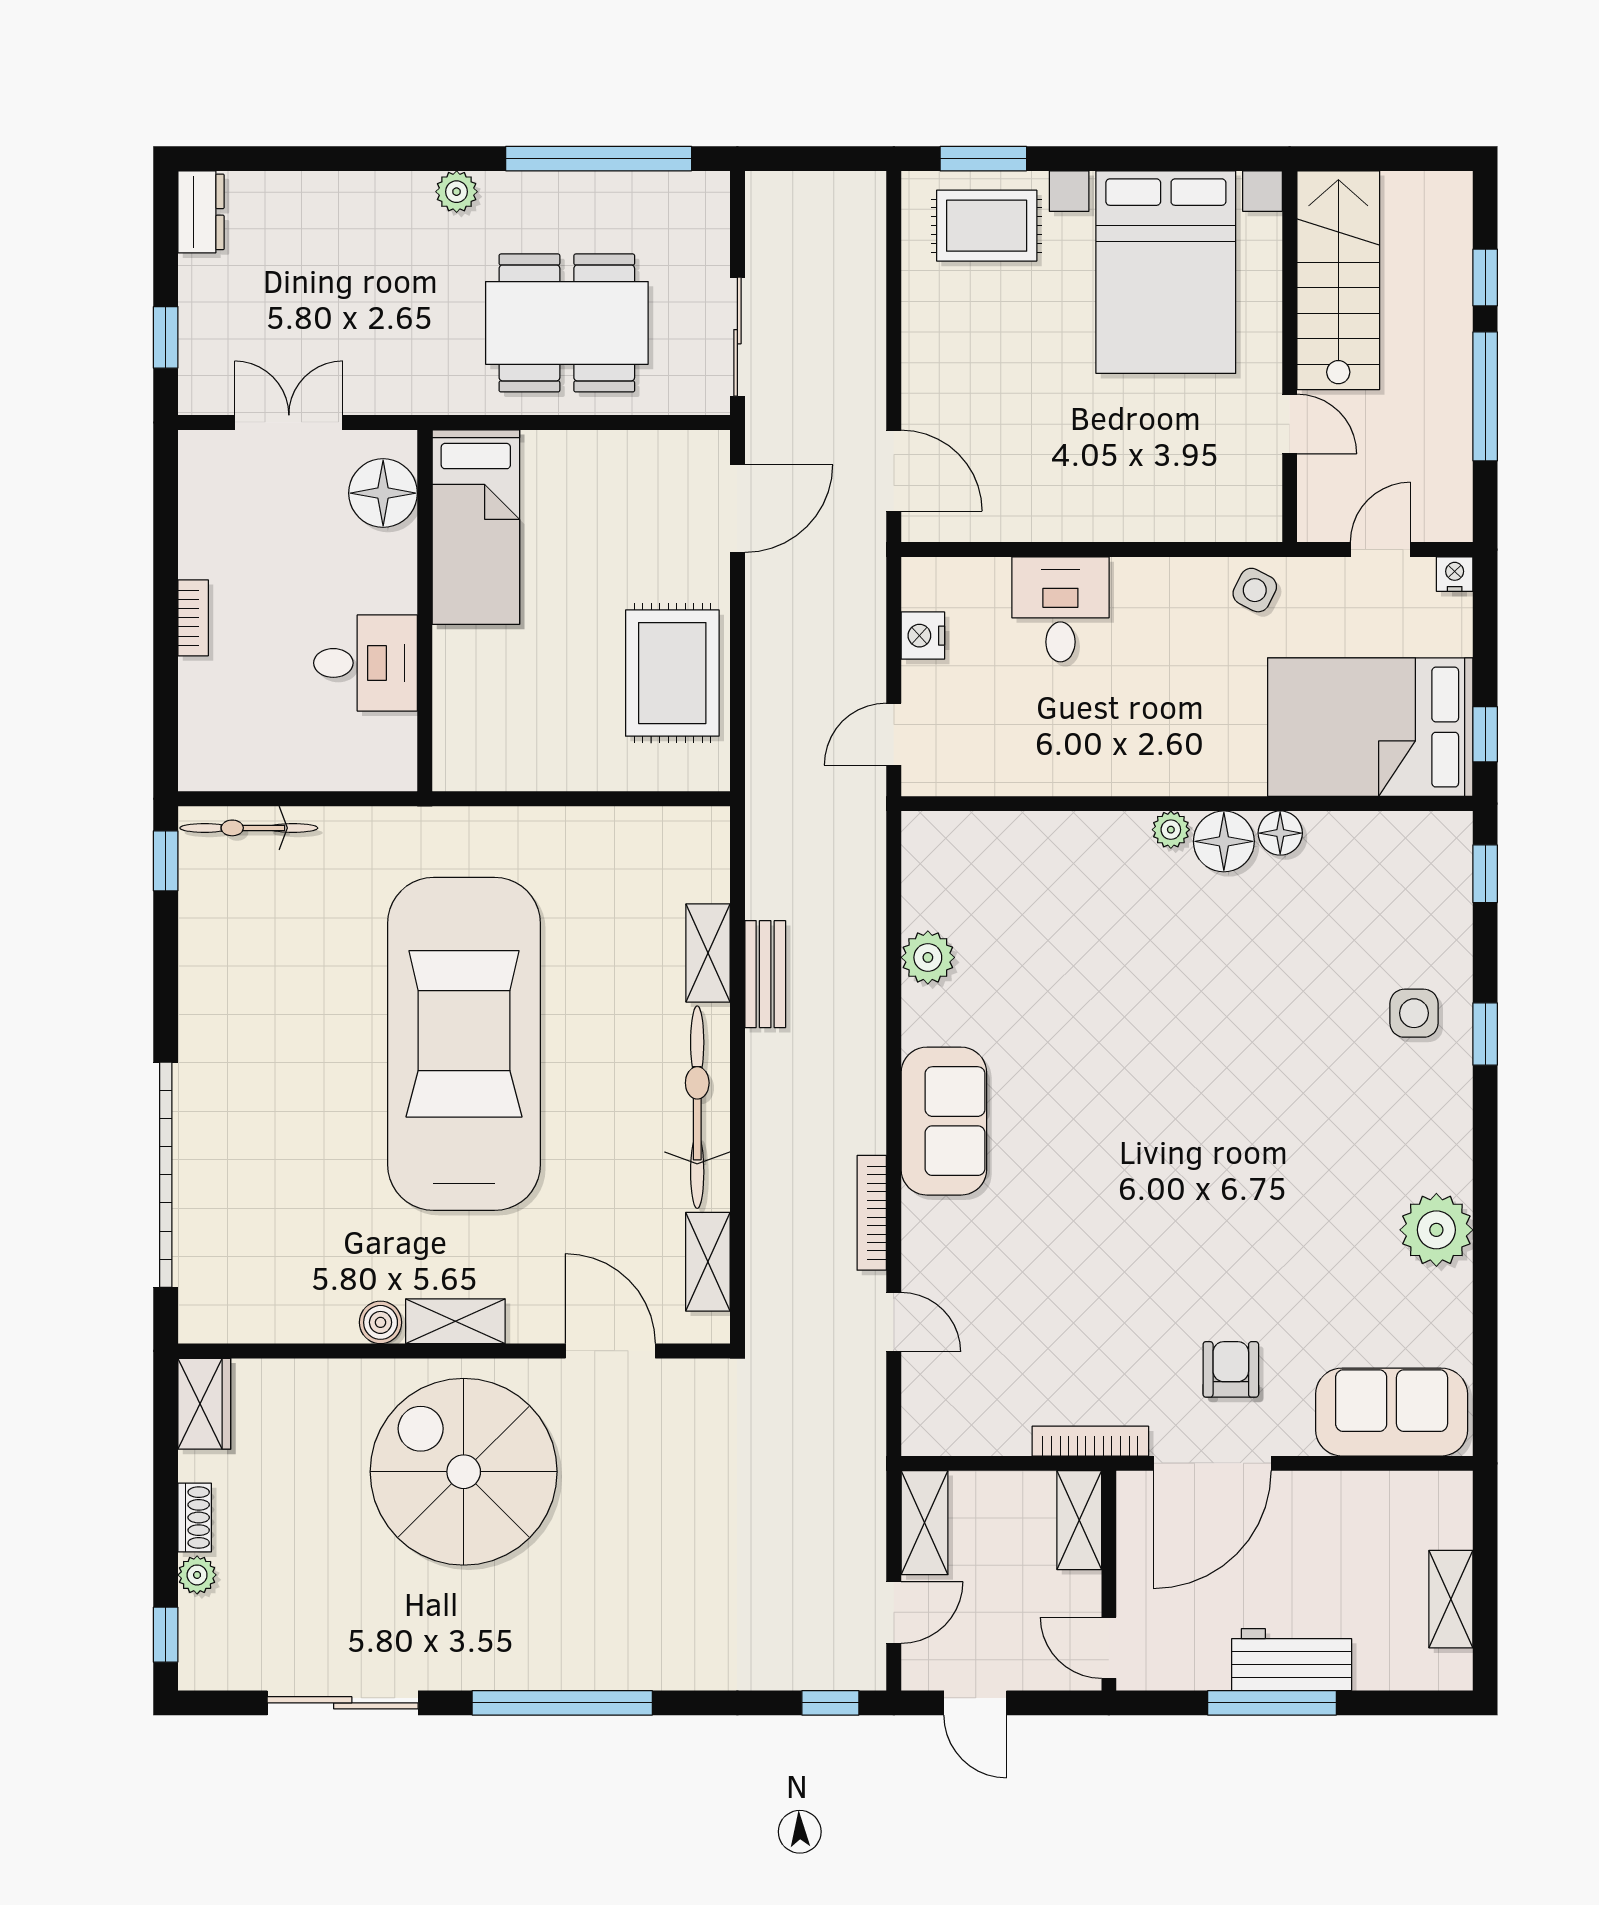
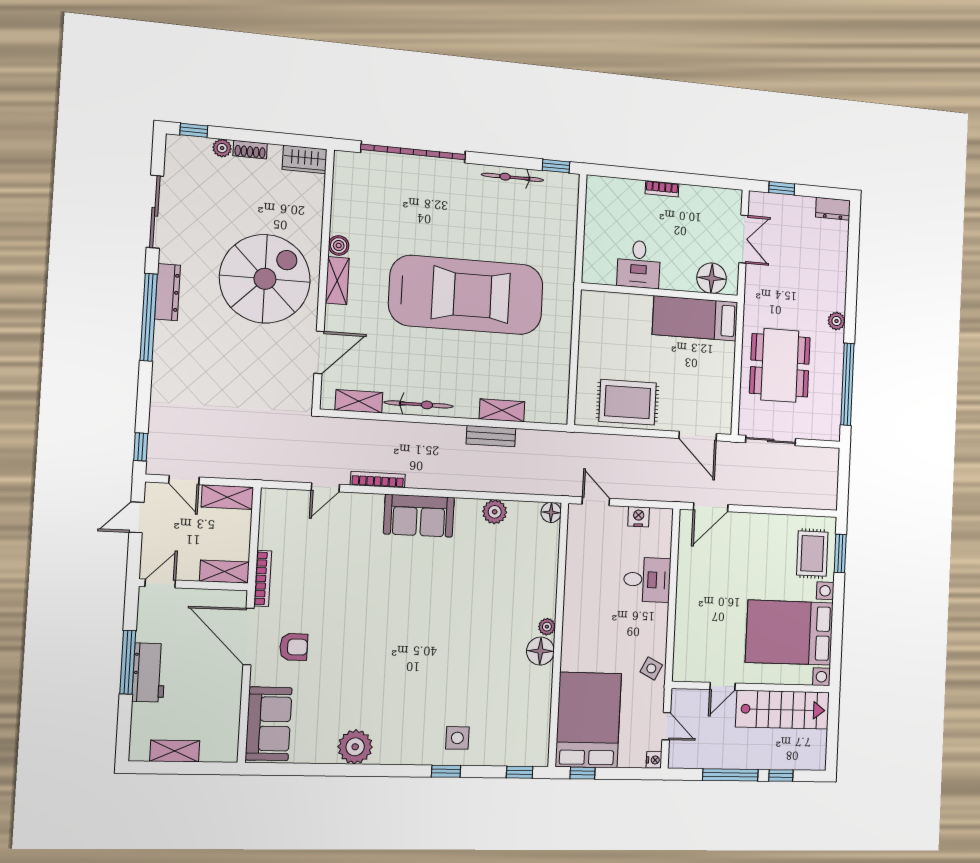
bicycle: (249, 828) -> (513, 177), moved, turned -90
floor lamp: (1280, 833) -> (551, 512), moved
bicycle: (697, 1107) -> (419, 404), width x0.73, depth x0.71
dresser: (507, 1668) -> (168, 292), added

